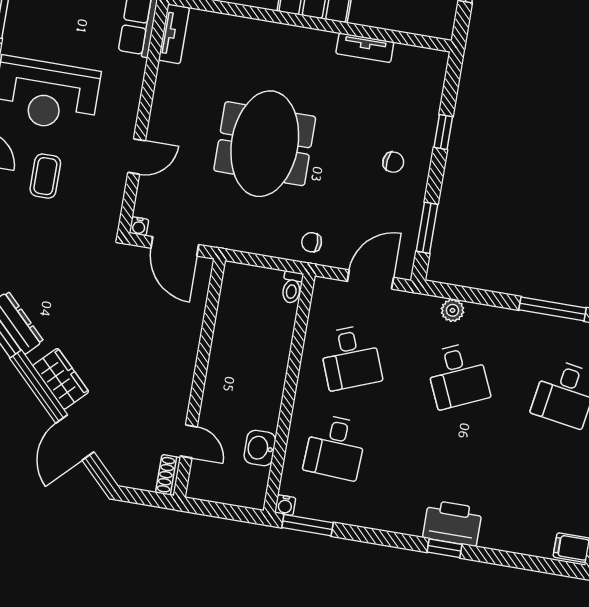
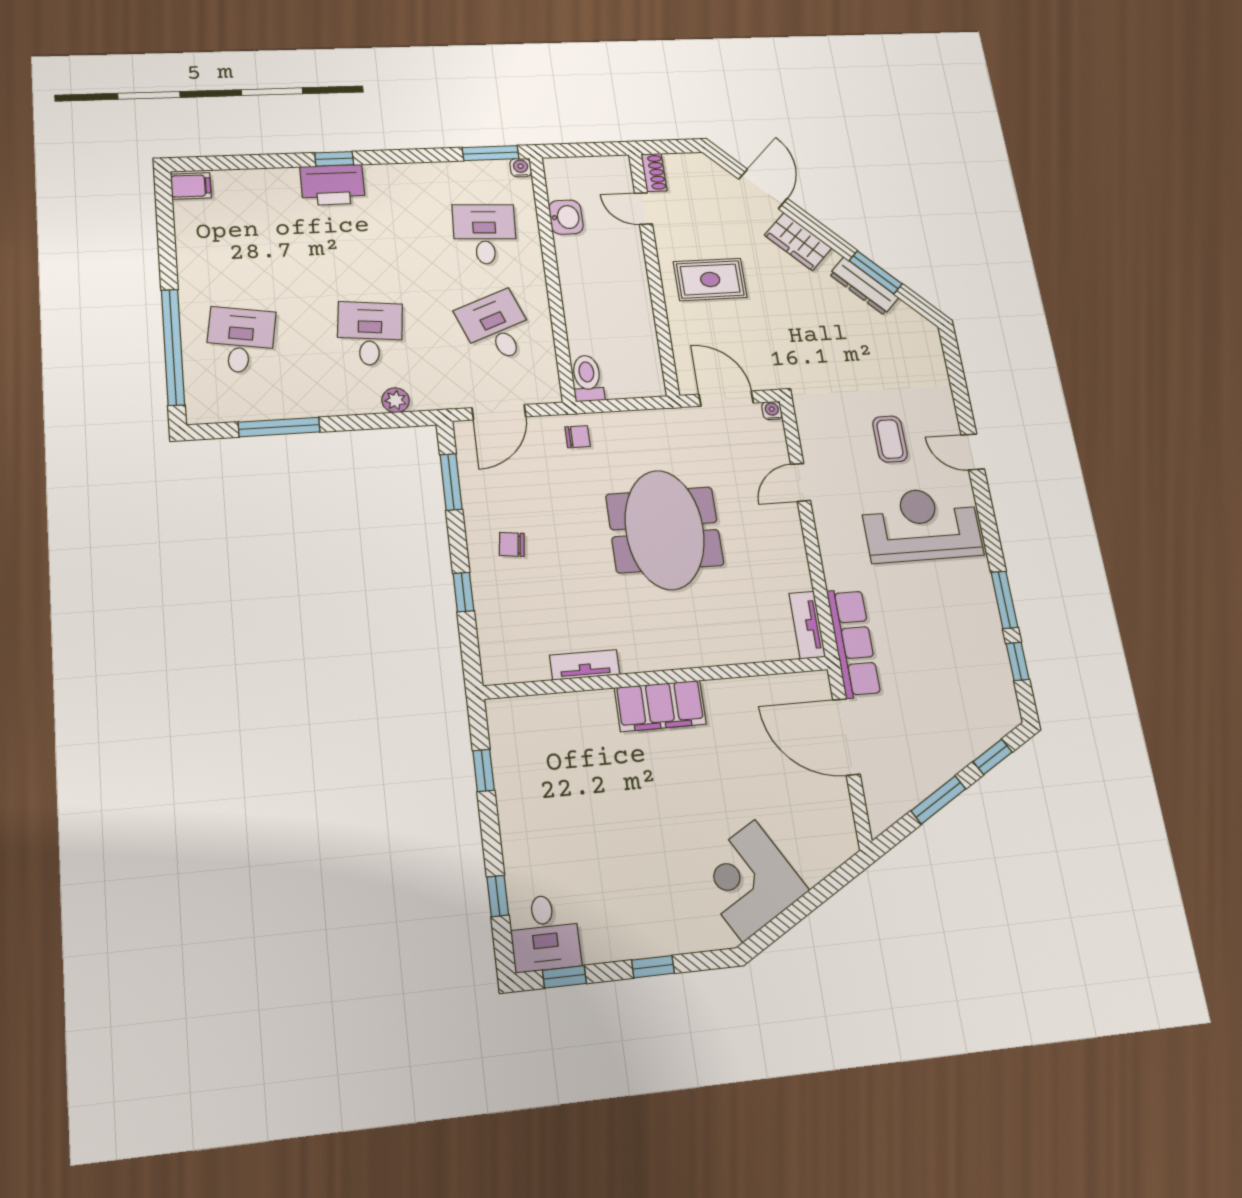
toilet: (292, 287) -> (587, 378), width x1.37, depth x1.39
rug: (152, 360) -> (710, 279), added
desk: (458, 376) -> (370, 334), turned 30

